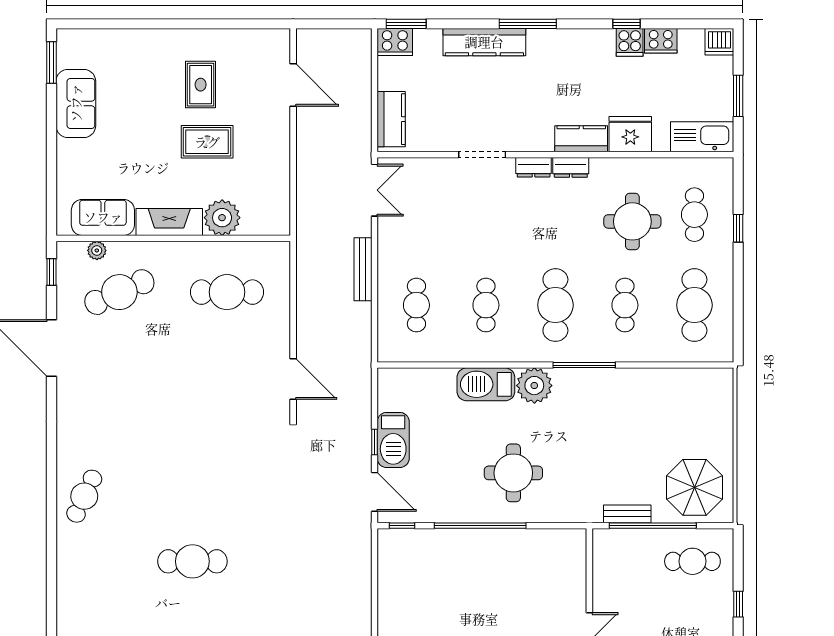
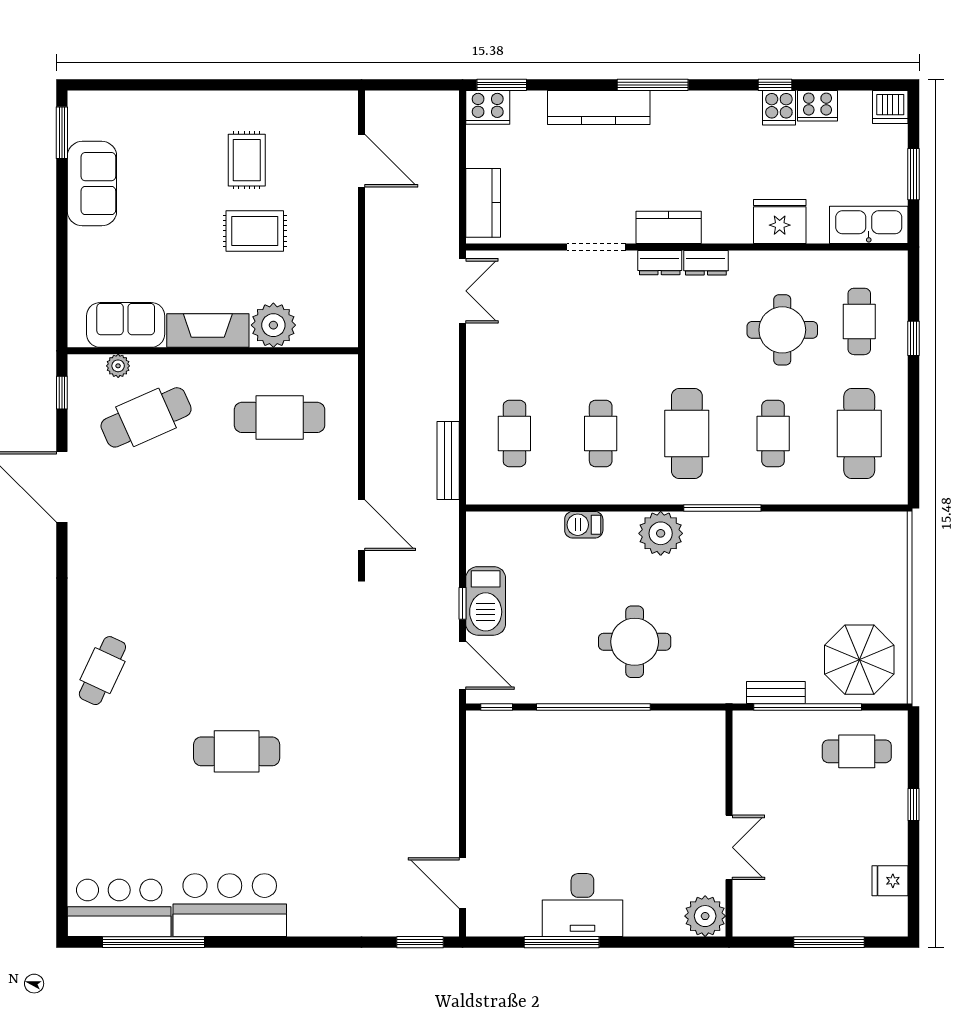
kitchen counter: (581, 139) -> (669, 227), moved
bench: (363, 269) -> (448, 461), moved
barbecue: (486, 384) -> (584, 525), width x0.53, depth x0.65

